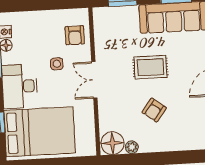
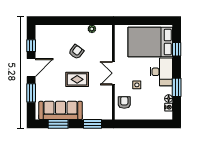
double door: (94, 80) -> (113, 73), swing flipped
floor lamp: (112, 143) -> (104, 32), removed

